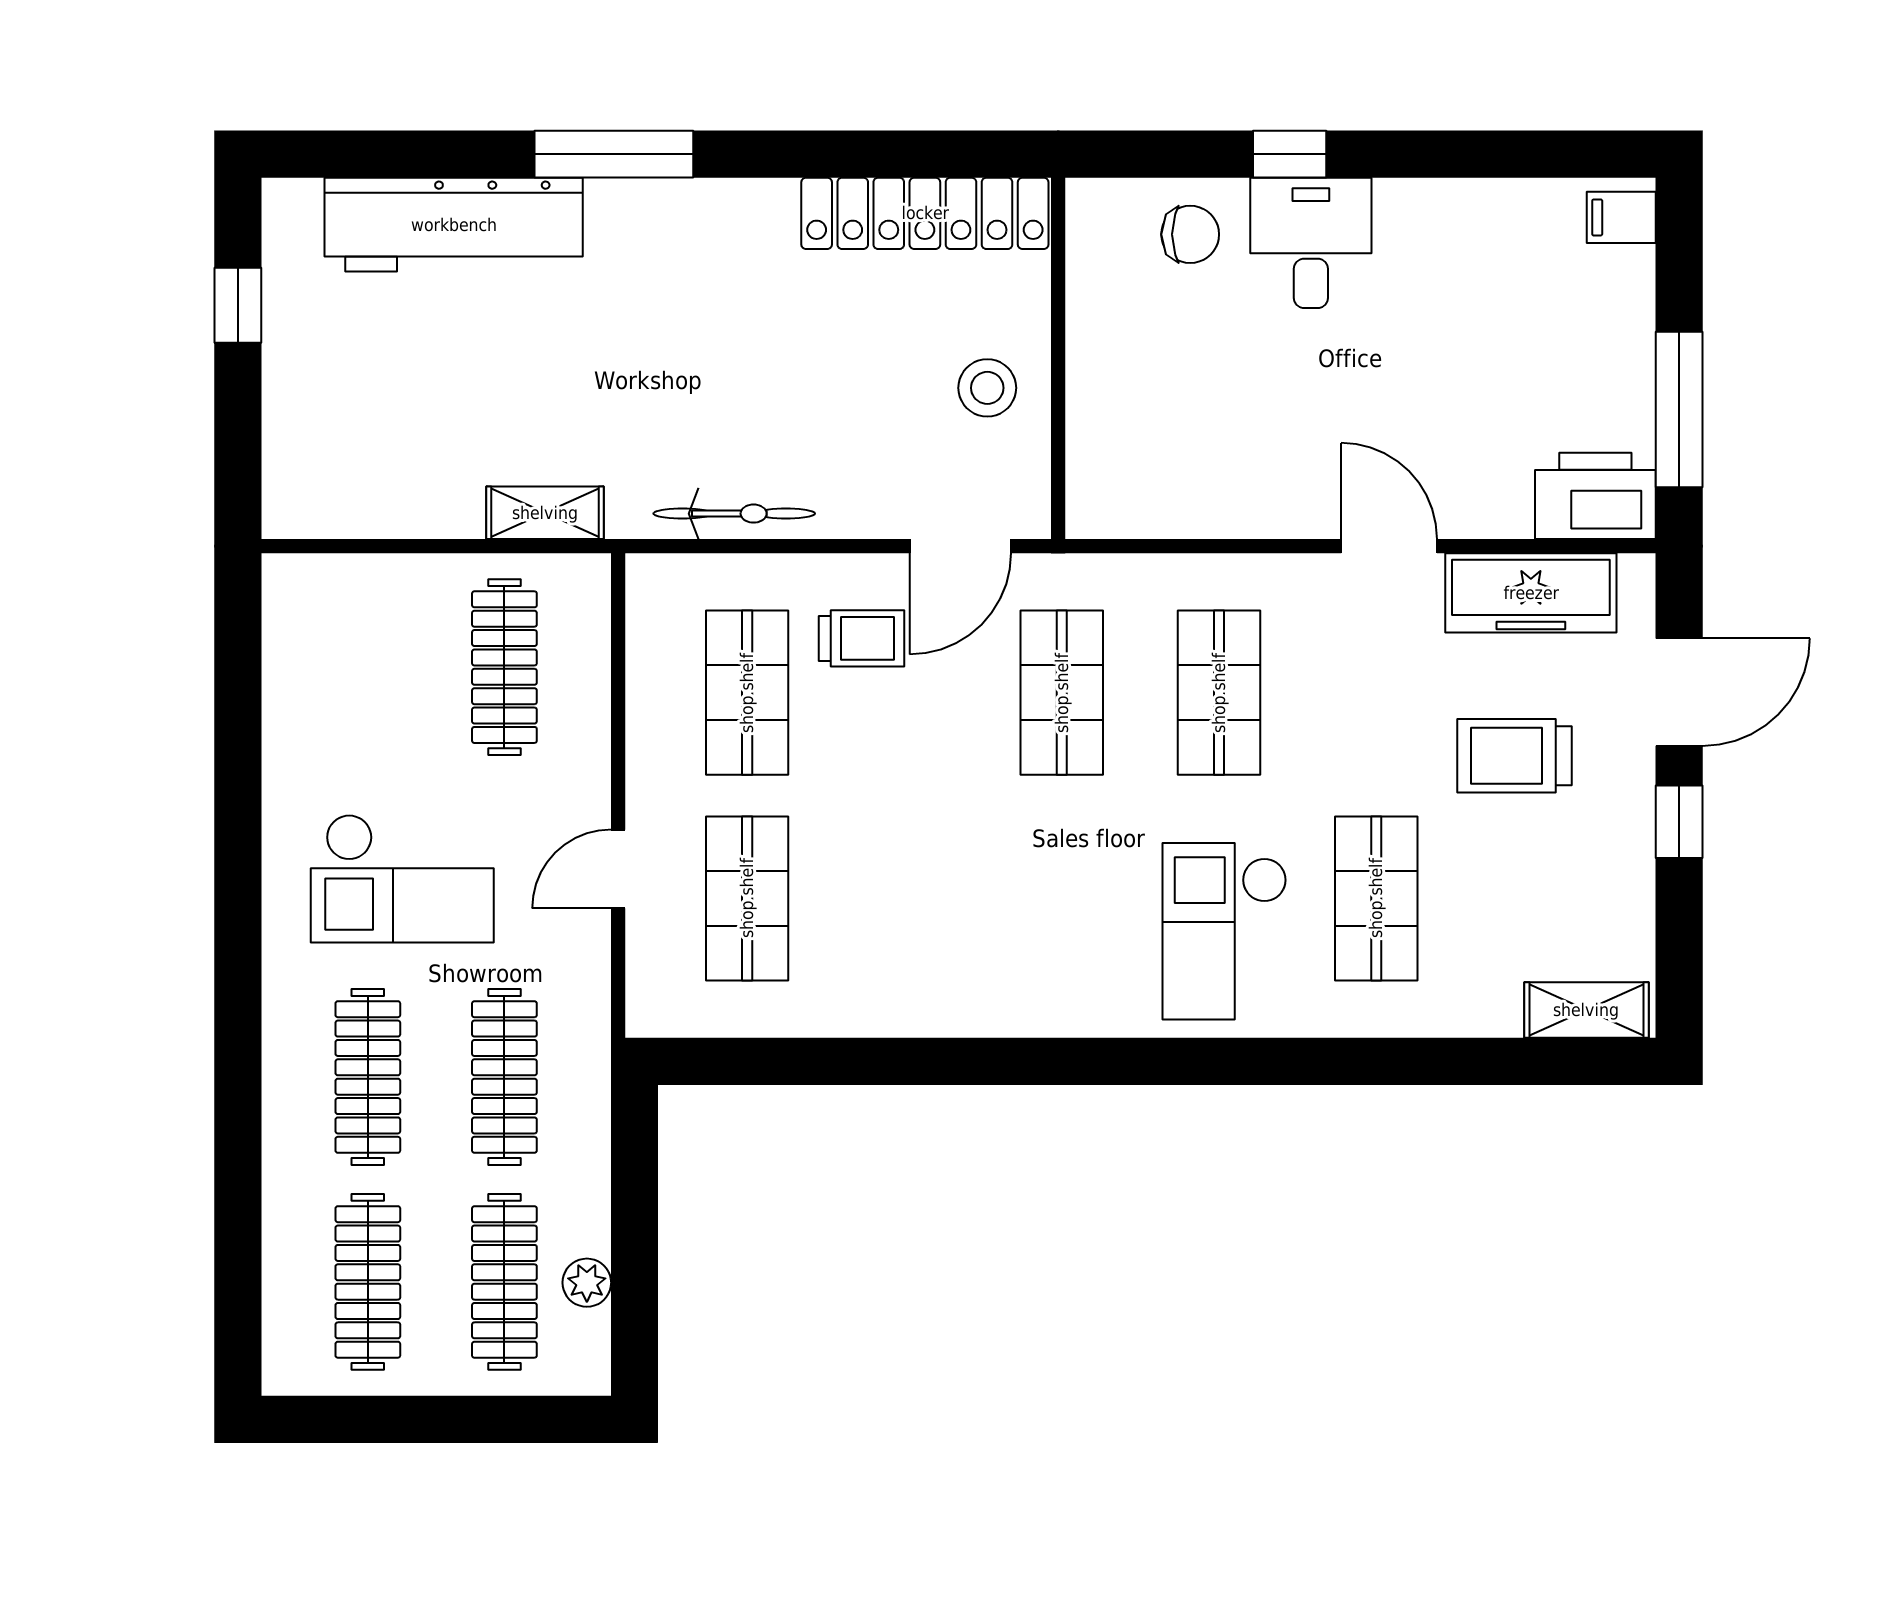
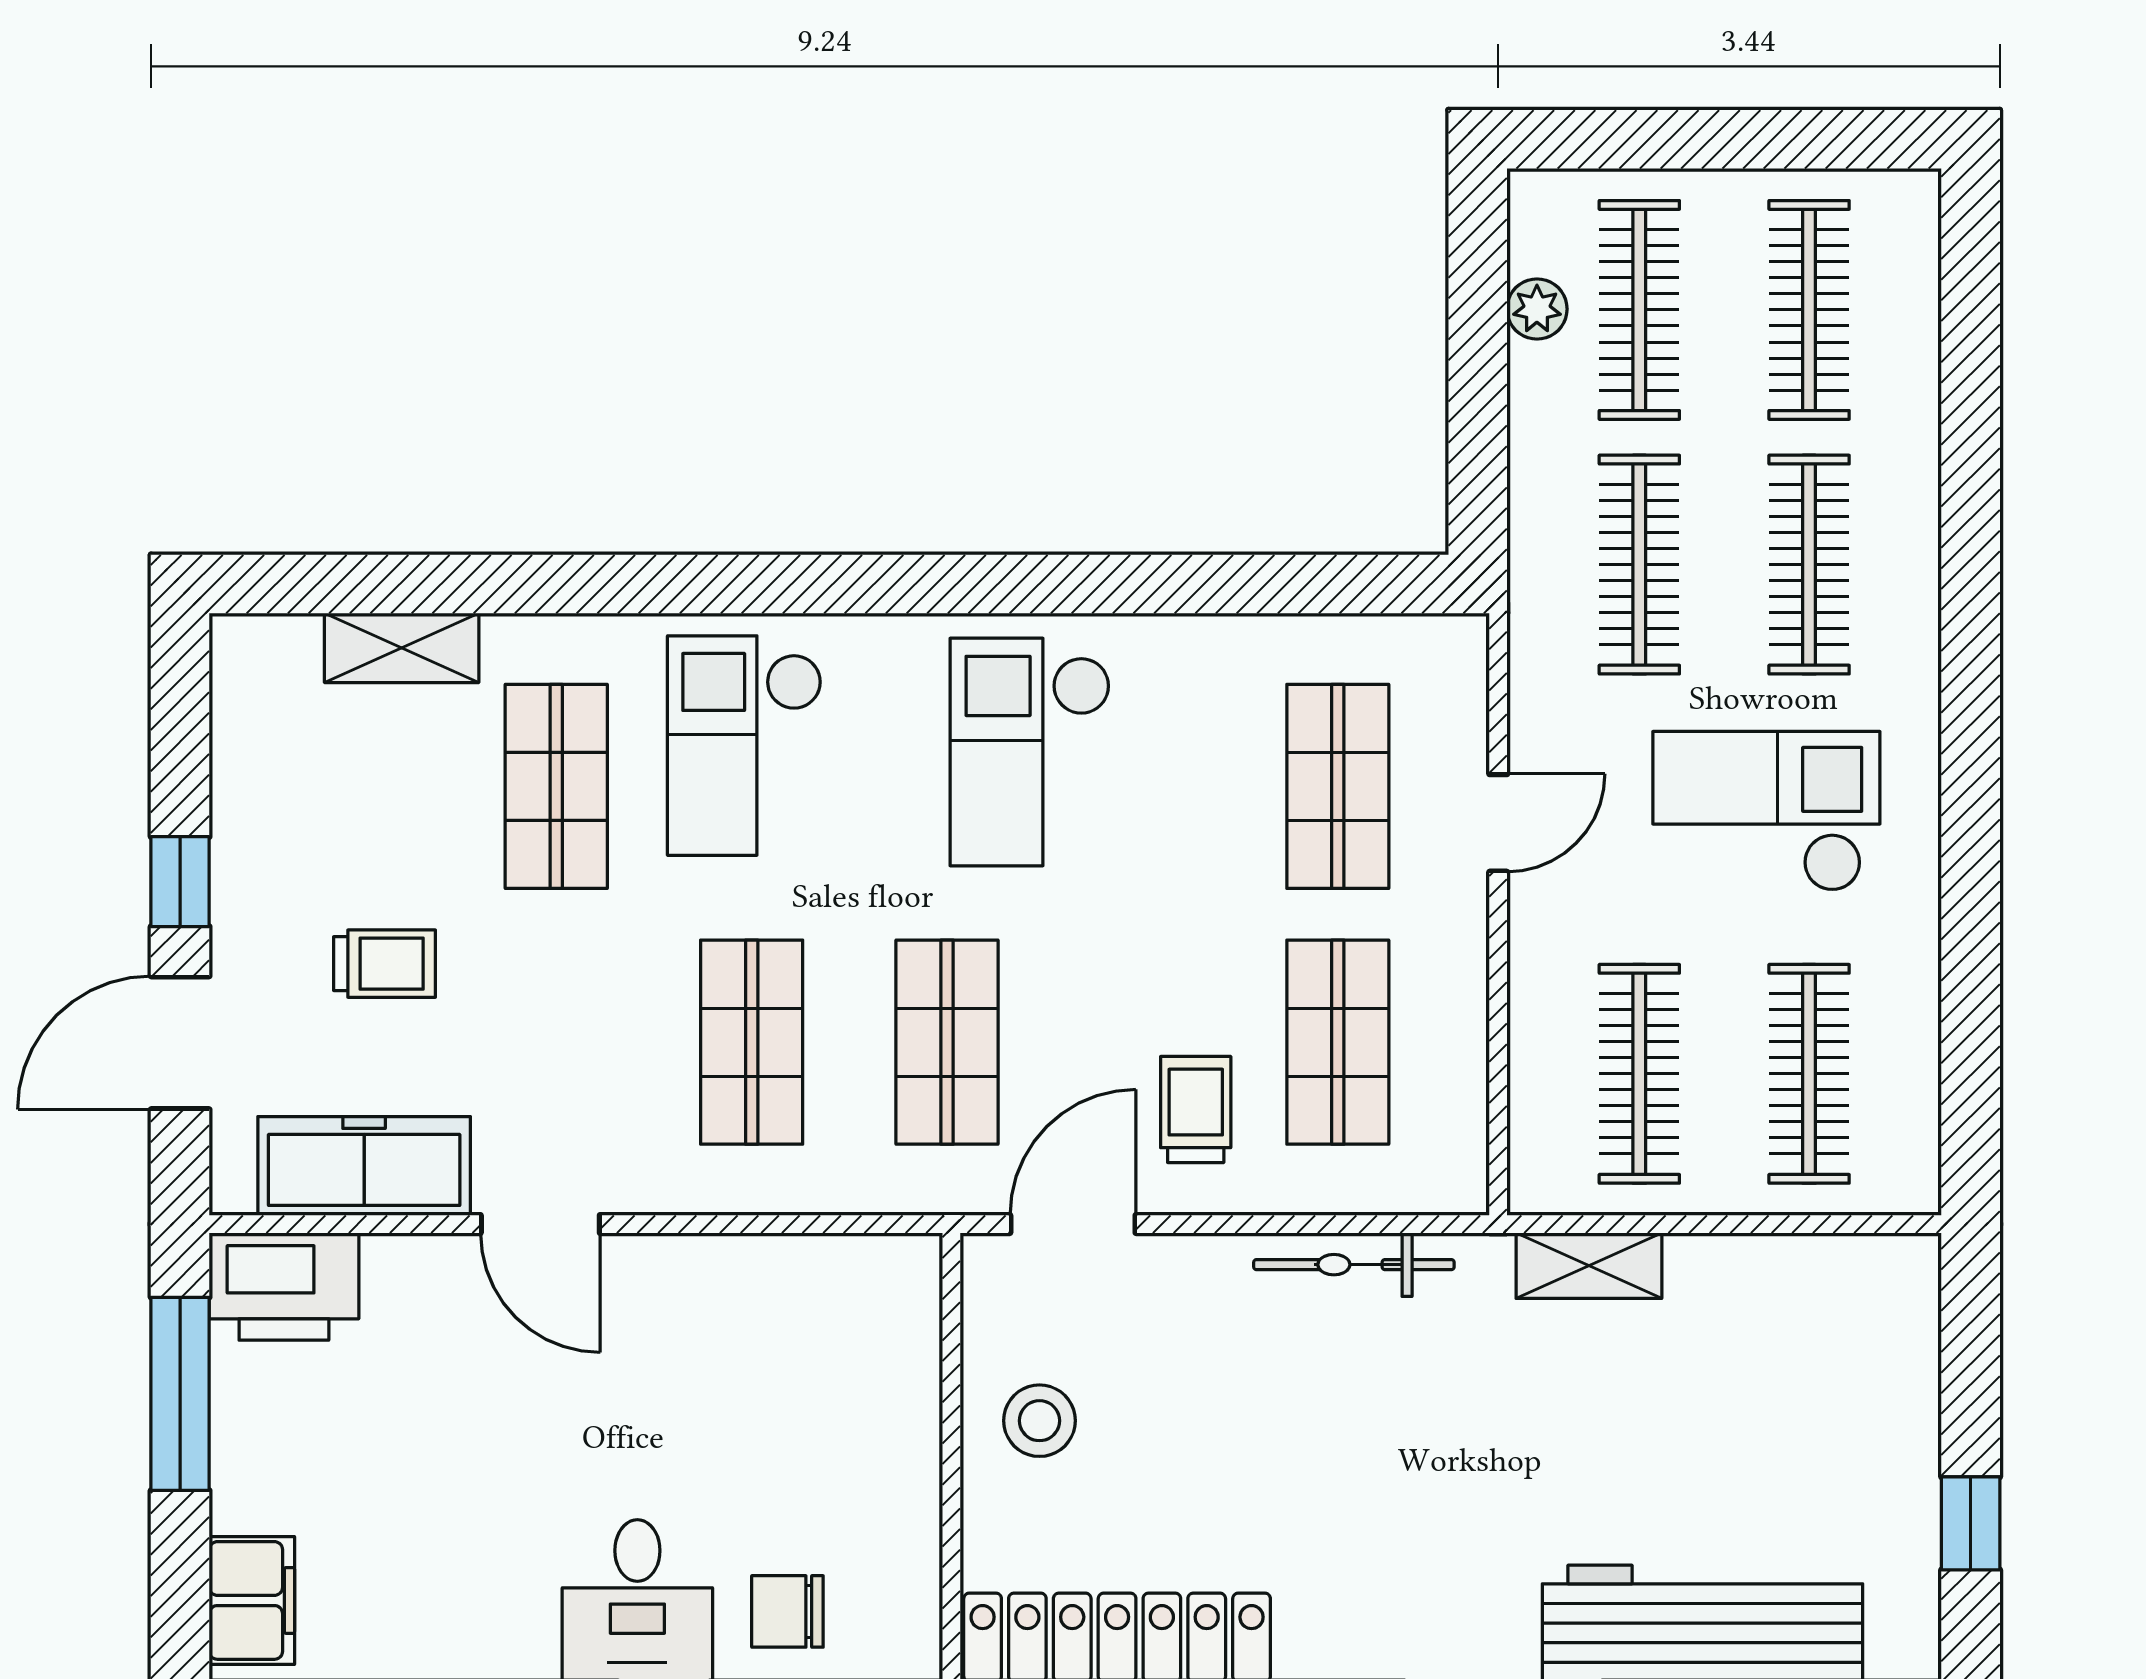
filing cabinet: (1621, 217) -> (252, 1600), width x2.00
trolley: (862, 638) -> (1196, 1109), turned 90
clothes rail: (368, 667) -> (1809, 1074), added
trolley: (1514, 756) -> (385, 964), width x0.73, depth x0.72
checkout: (995, 926) -> (1030, 752), added
checkout: (1225, 931) -> (745, 746), turned 180
shelving: (1586, 1010) -> (402, 648), moved

